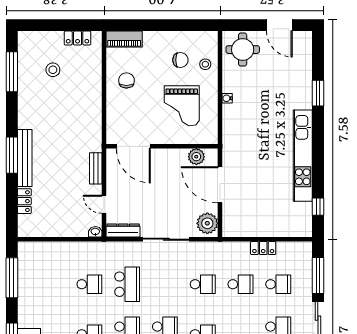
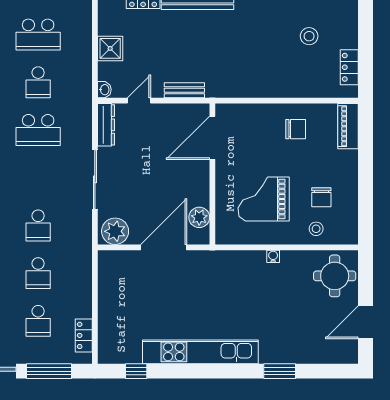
shower: (63, 227) -> (110, 48), added
locker: (263, 248) -> (84, 335), moved
school desk: (52, 284) -> (38, 35), added

